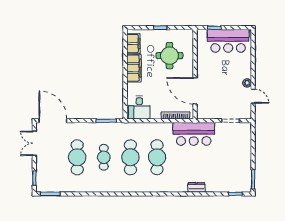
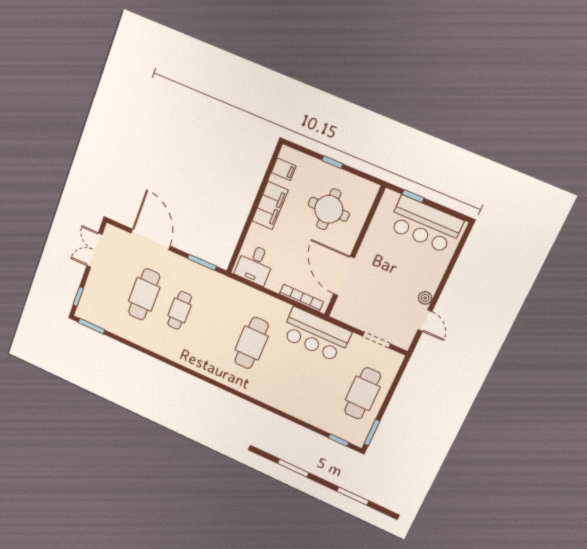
filing cabinet: (133, 44) -> (284, 169), width x0.50
door: (53, 121) -> (151, 240), moved
cafe table: (130, 157) -> (363, 393), moved
dresser: (196, 187) -> (289, 407), removed

